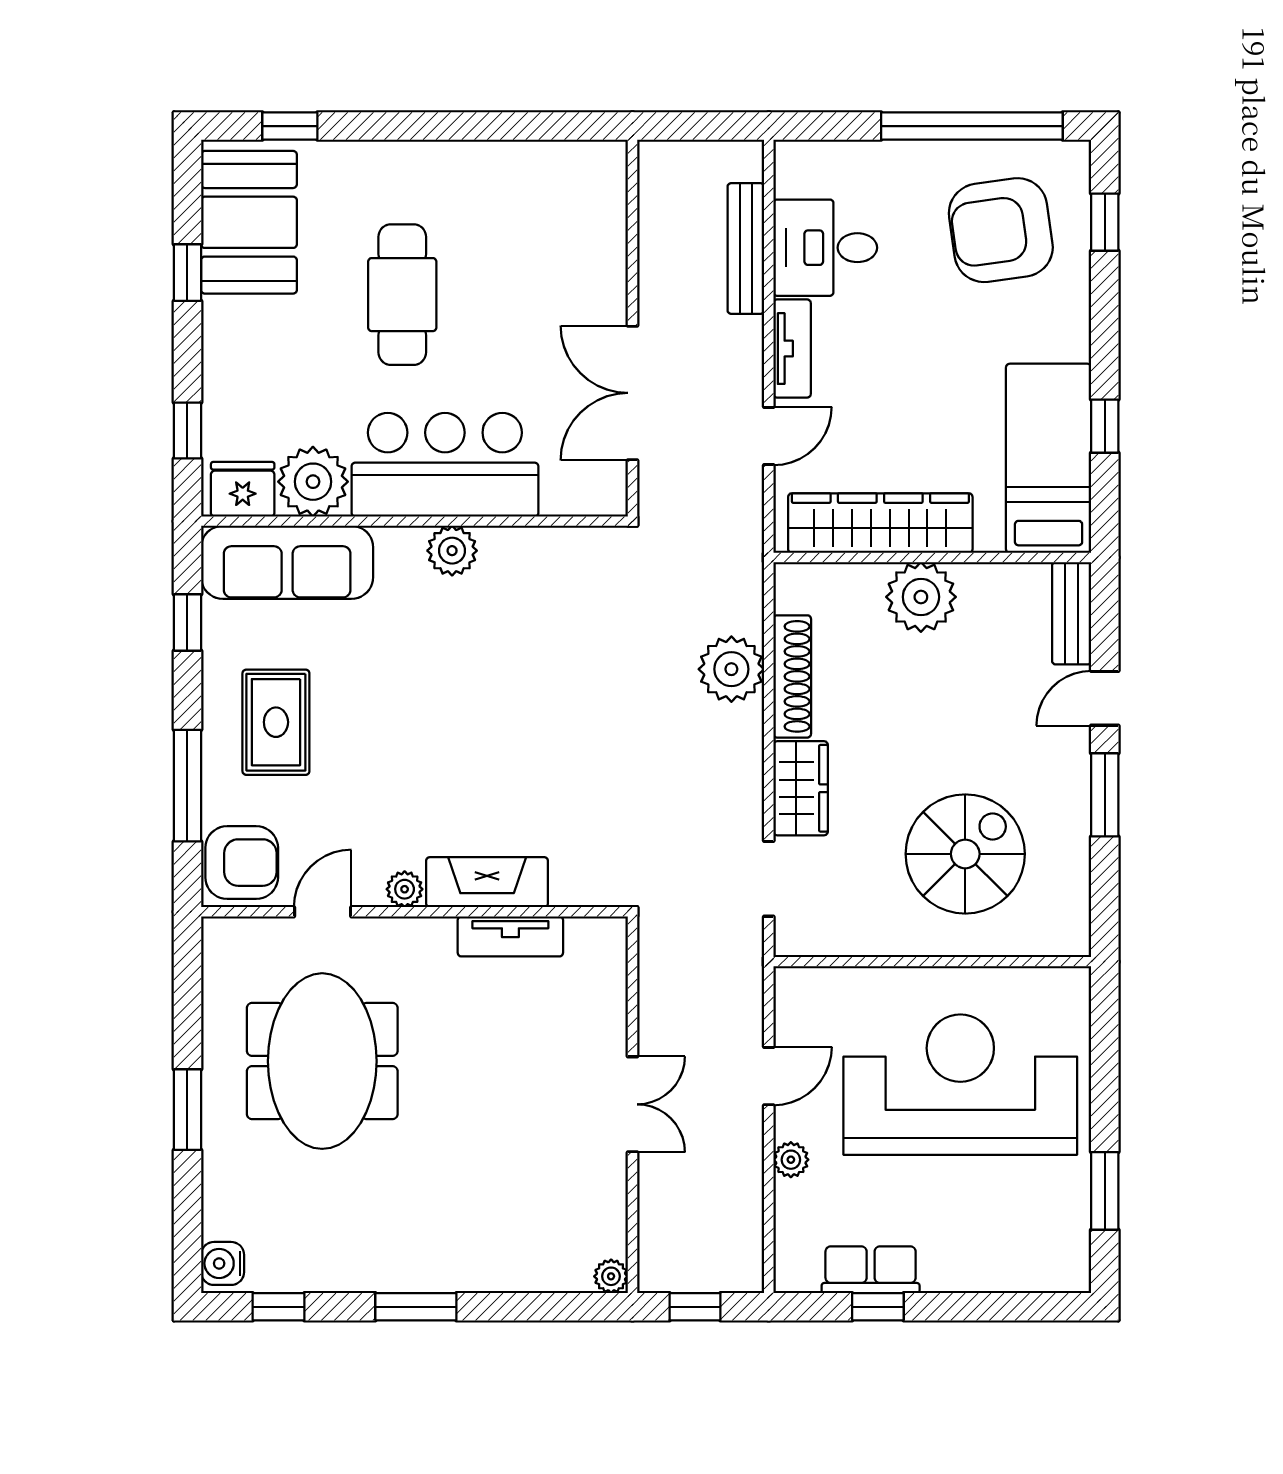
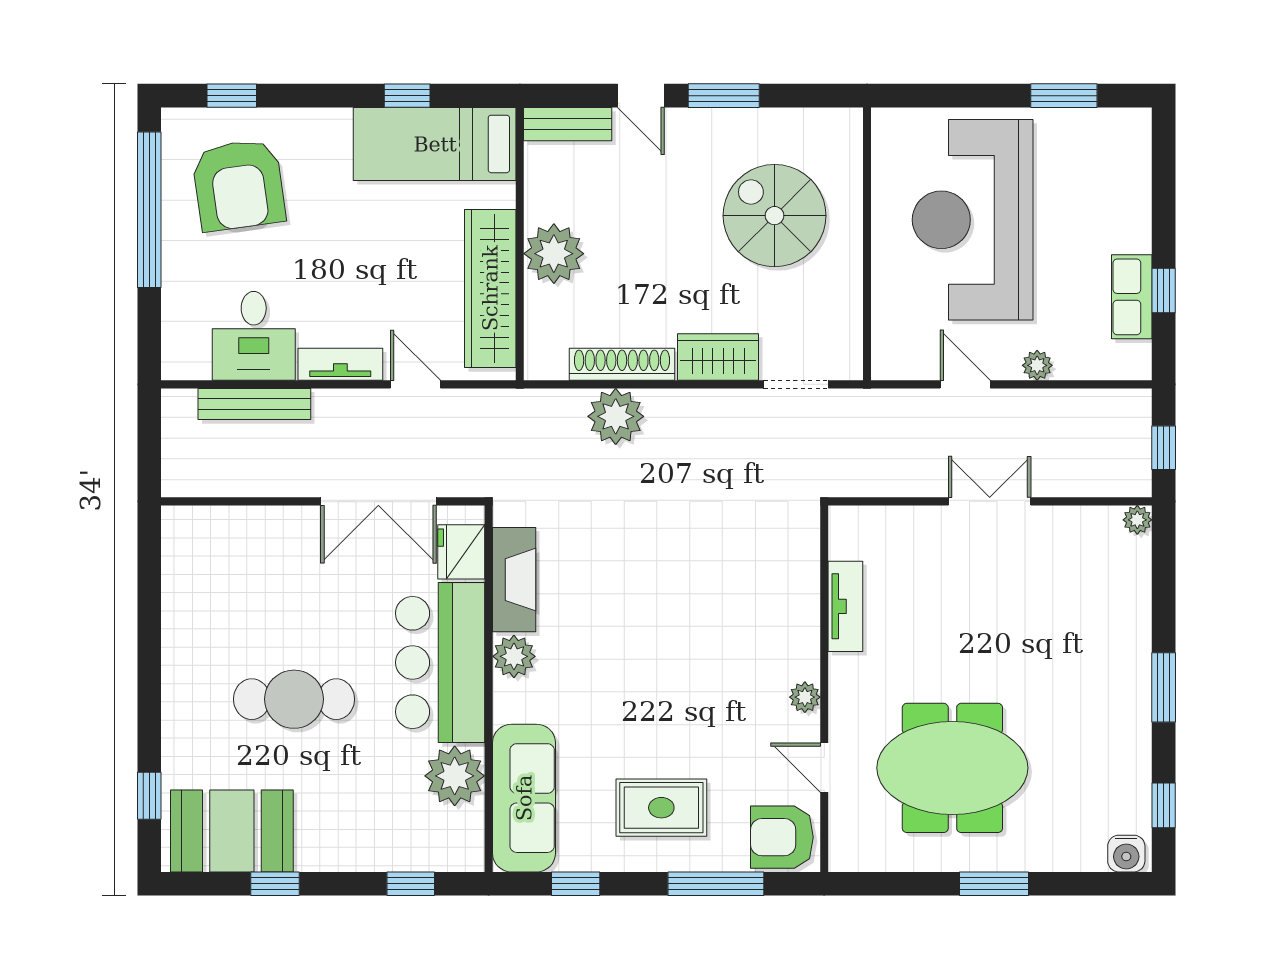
fridge: (243, 489) -> (461, 552), moved
armchair: (242, 863) -> (782, 837), turned -90
fireplace: (487, 882) -> (514, 580), moved, turned 180

